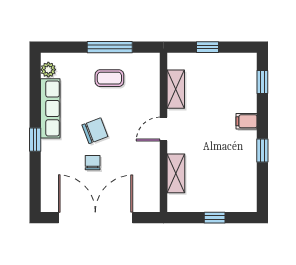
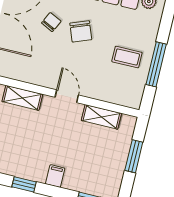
window: (208, 47) -> (134, 156), width x1.50
coffee table: (109, 78) -> (127, 57), turned 90
chair: (93, 163) -> (51, 22), turned -64

